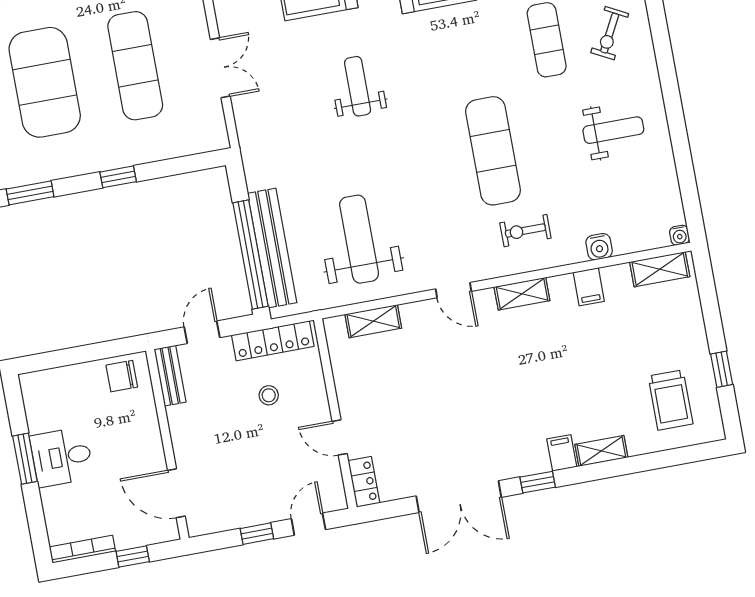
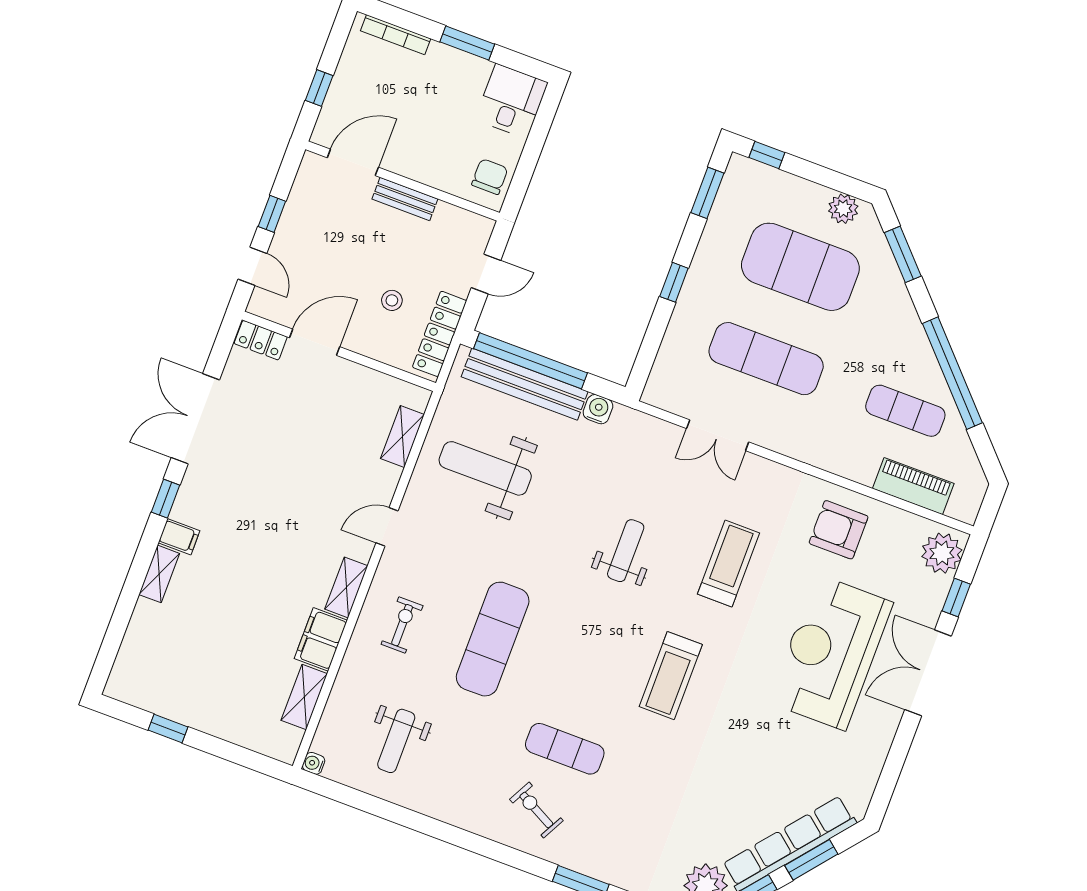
weight bench: (358, 86) -> (626, 551), turned -90
weight bench: (613, 130) -> (396, 741), moved
exercise mat: (493, 151) -> (493, 639), turned 90
weight bench: (359, 239) -> (485, 468), turned 180
water cooler: (599, 247) -> (598, 409), moved, turned 90
shelving: (660, 269) -> (304, 697), moved
filing cabinet: (589, 287) -> (321, 639), width x2.00
door: (202, 332) -> (486, 274), hinge flipped
bench: (170, 376) -> (405, 199), moved
trolley: (670, 400) -> (168, 665), removed
door: (340, 437) -> (315, 342), width x1.38
desk: (62, 457) -> (512, 101), moved
bookcase: (82, 549) -> (396, 35), moved, turned 90

